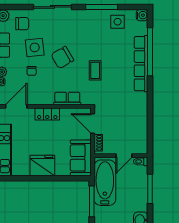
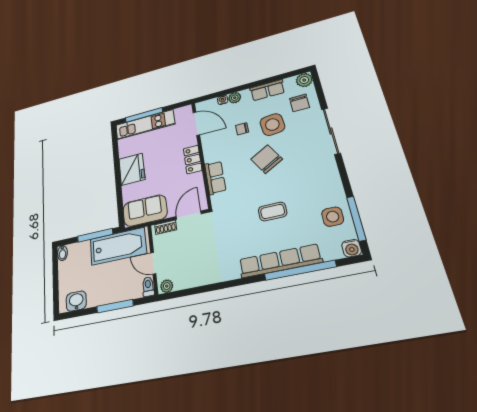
window: (102, 7) -> (356, 218), moved
coffee table: (95, 70) -> (273, 212), moved
plant: (143, 147) -> (167, 286), added

